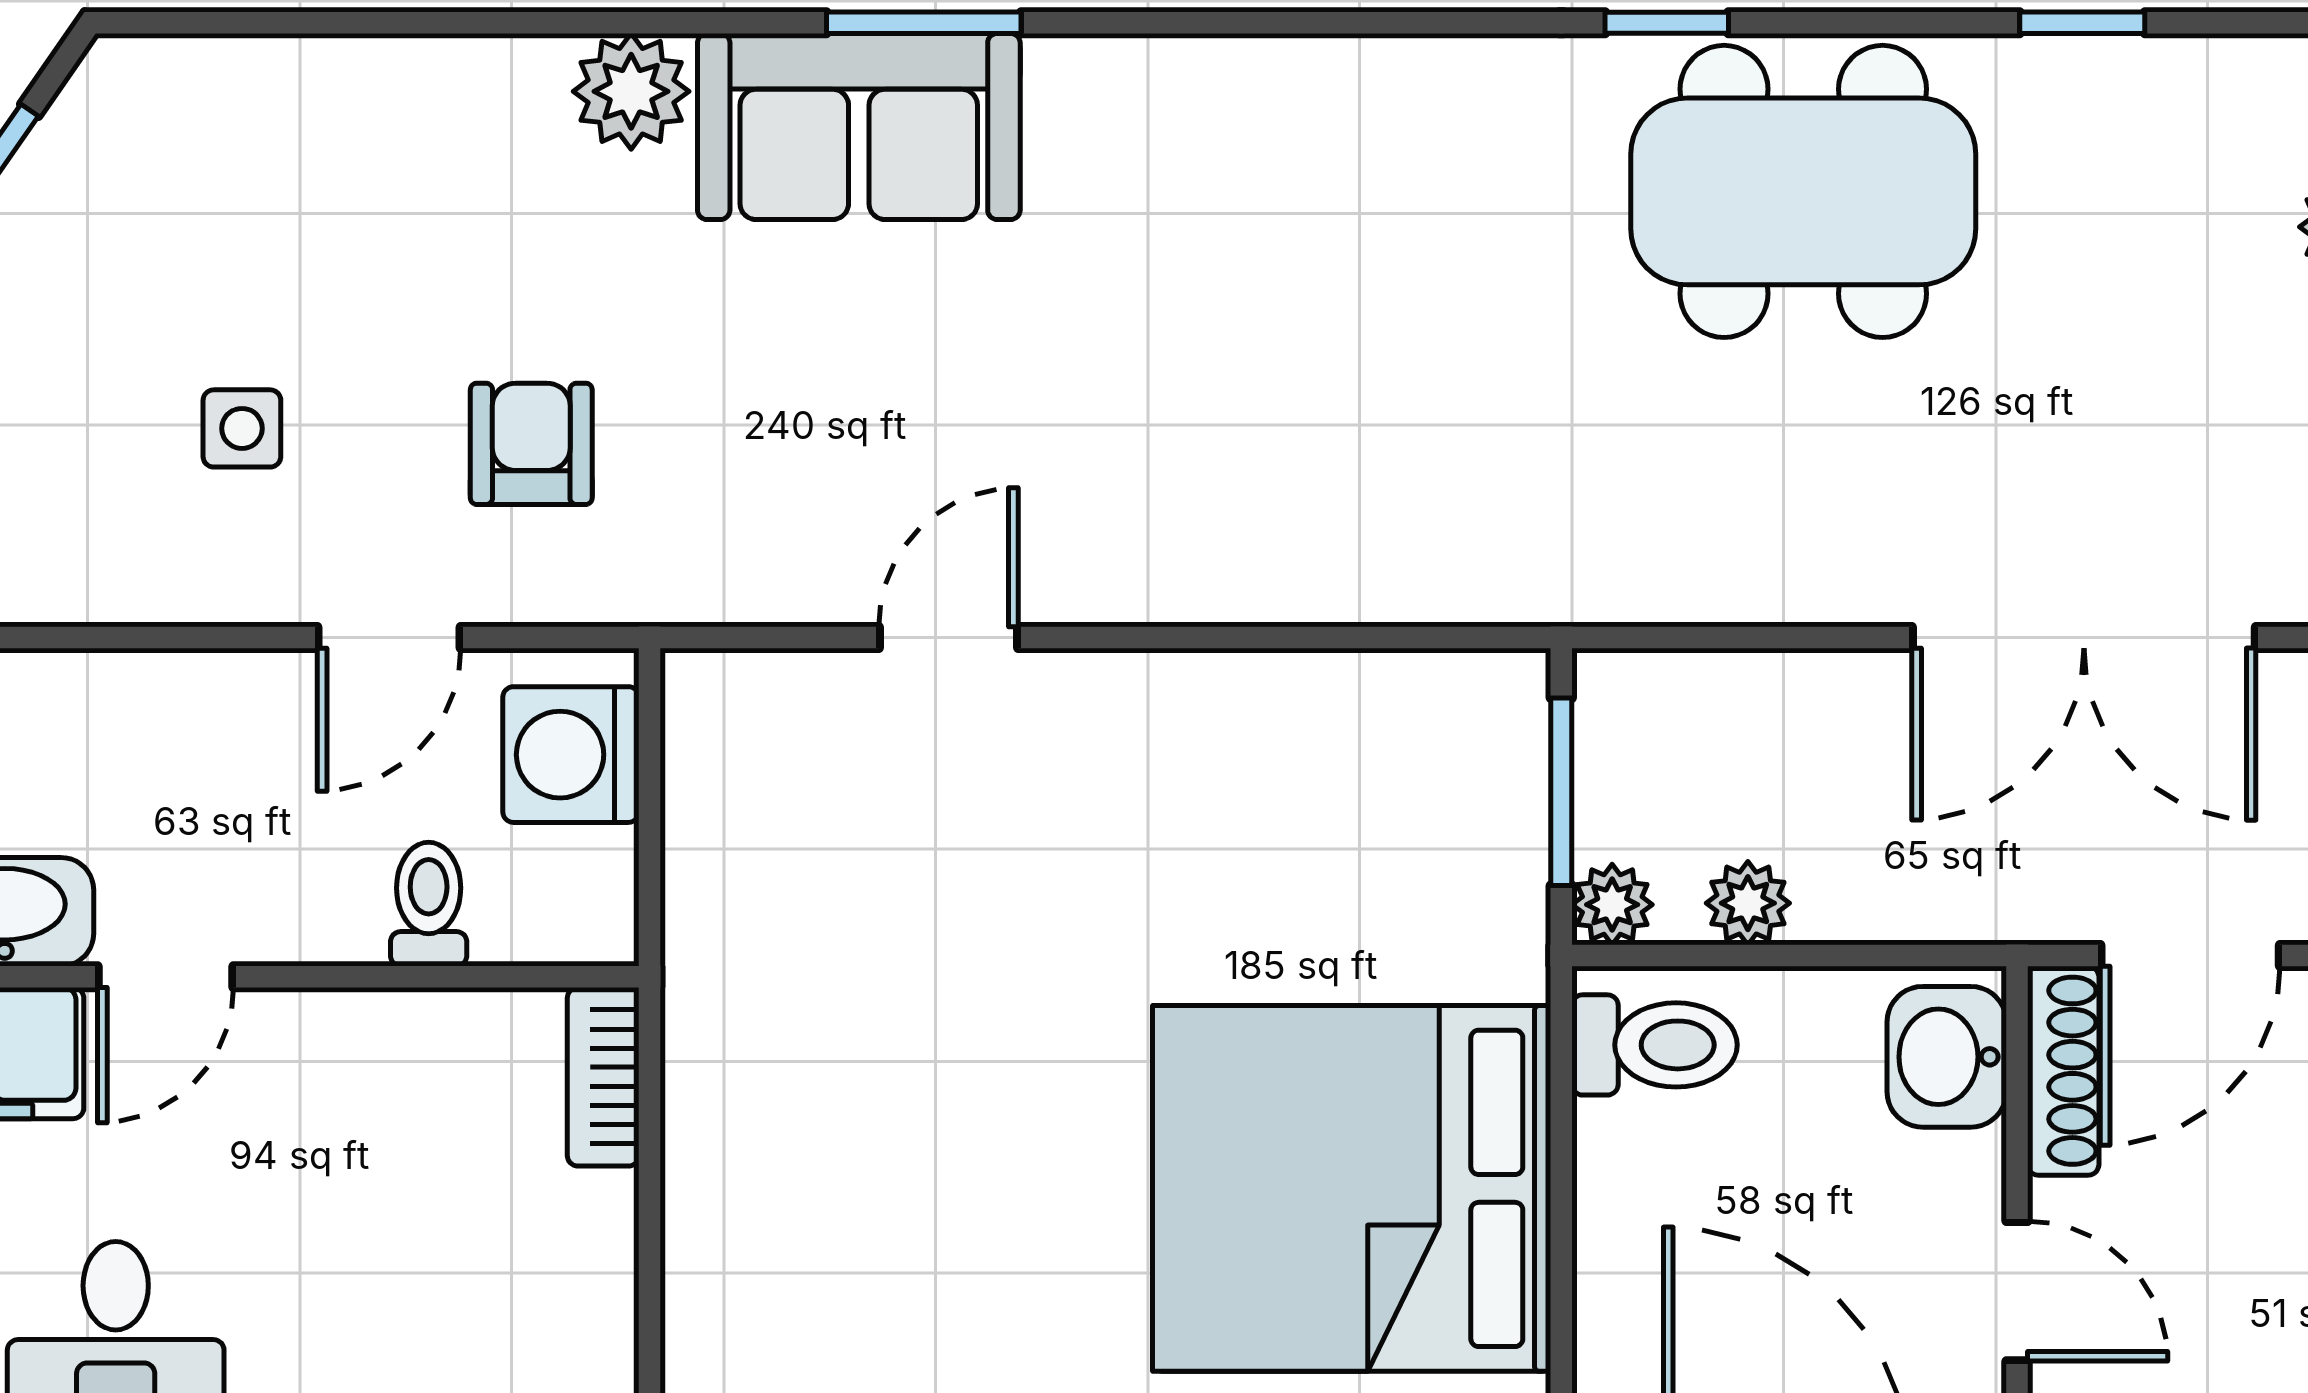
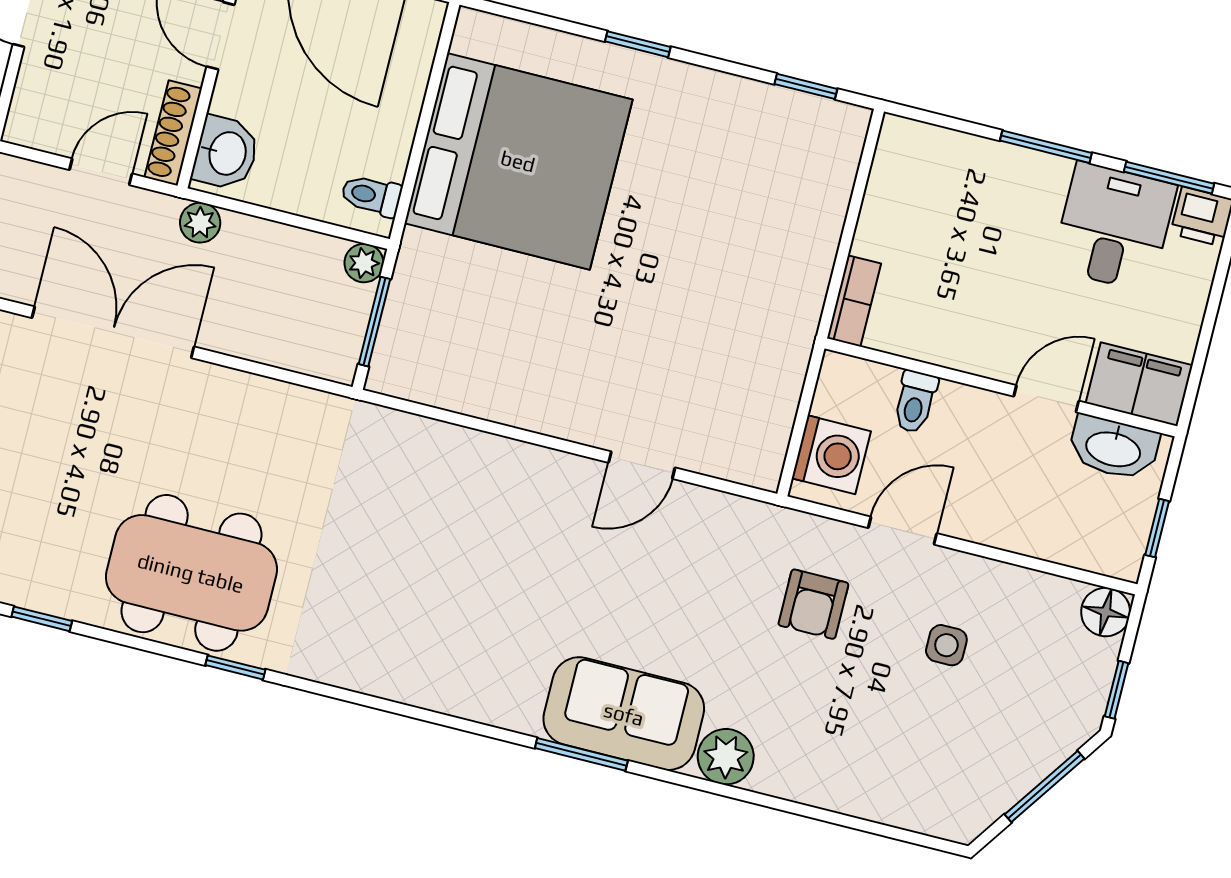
plant: (1748, 903) -> (200, 223), moved
door: (2190, 955) -> (101, 172), width x0.73
toilet: (1655, 1045) -> (371, 195), width x0.73, depth x0.72

